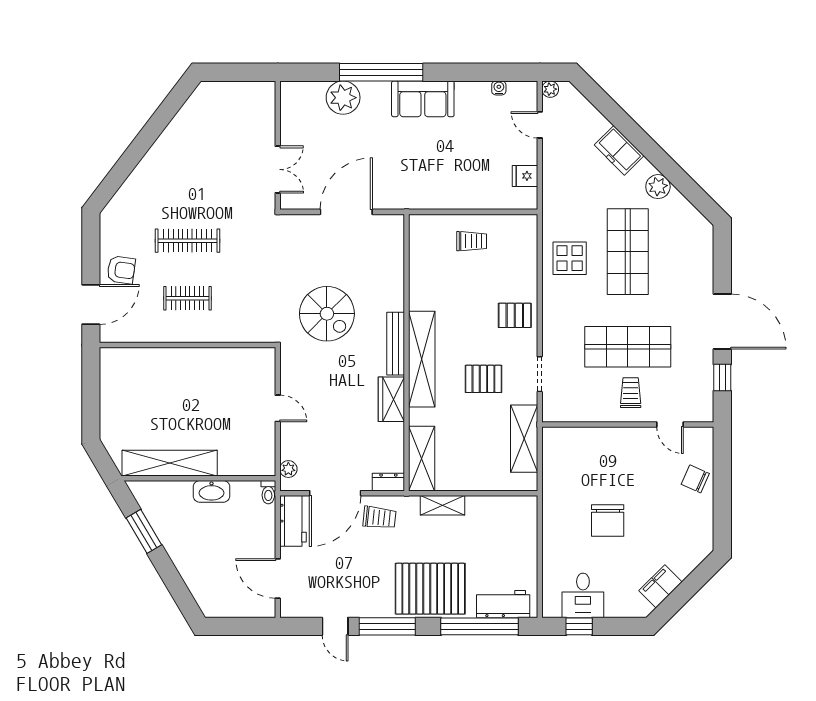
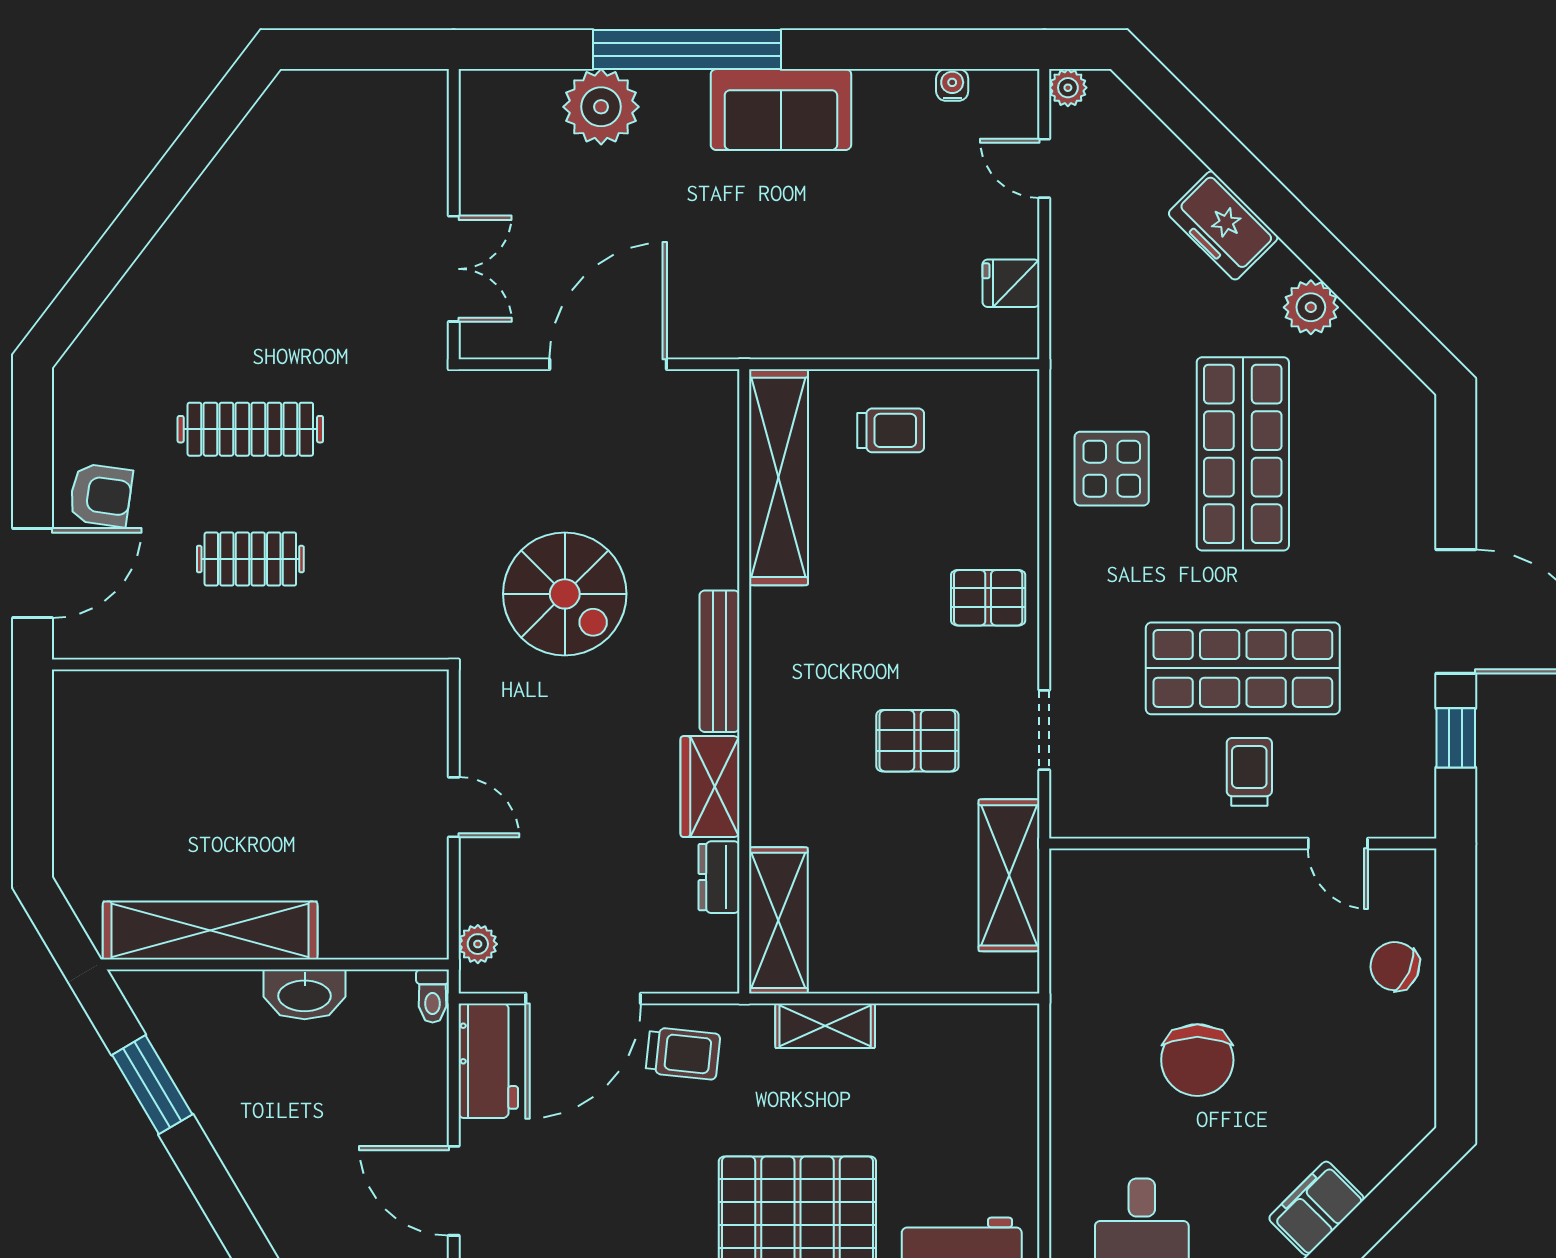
shelving: (422, 359) -> (778, 477), moved
dresser: (388, 482) -> (719, 877), moved, turned -90

